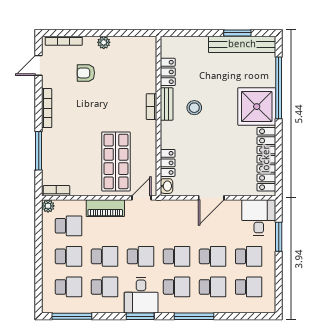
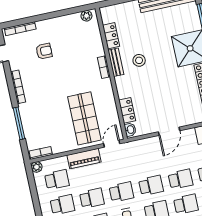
plant: (104, 42) -> (86, 16), moved
armchair: (86, 73) -> (44, 51), turned 180

